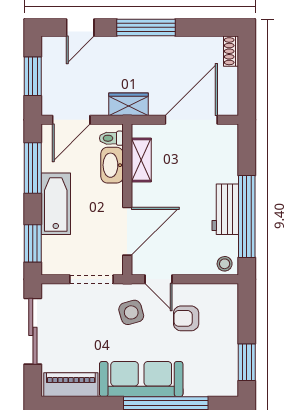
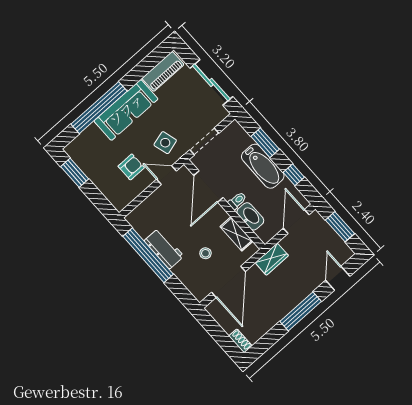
toilet: (111, 138) -> (237, 201), moved
window: (33, 168) -> (294, 175), width x0.46
window: (33, 243) -> (265, 143), moved
stool: (225, 264) -> (205, 253), moved

